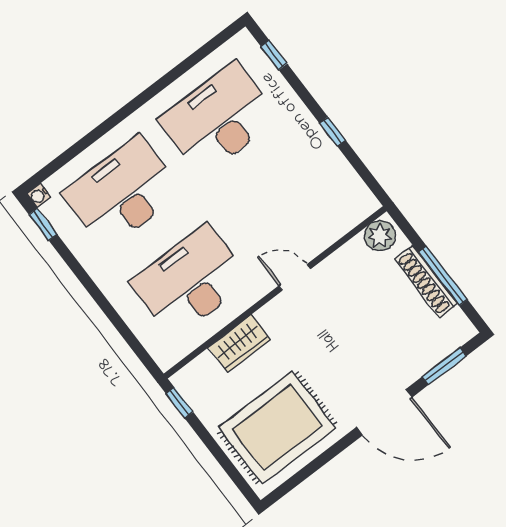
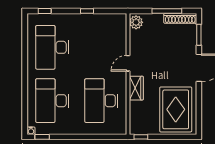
shoe rack: (426, 281) -> (180, 18), moved
wardrobe: (239, 343) -> (136, 88), moved

